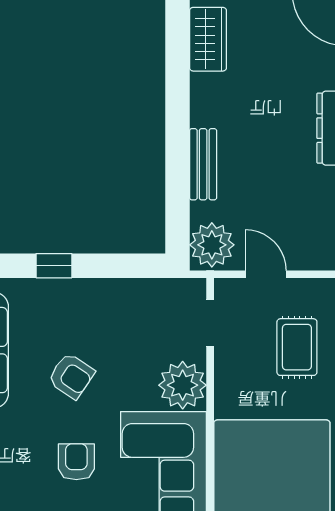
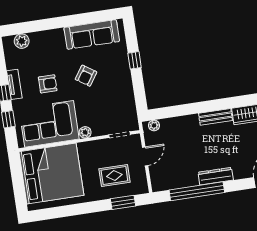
bench: (203, 164) -> (215, 117), moved
plant: (212, 245) -> (154, 125), width x0.53, depth x0.53
plant: (183, 385) -> (85, 132), width x0.53, depth x0.53

